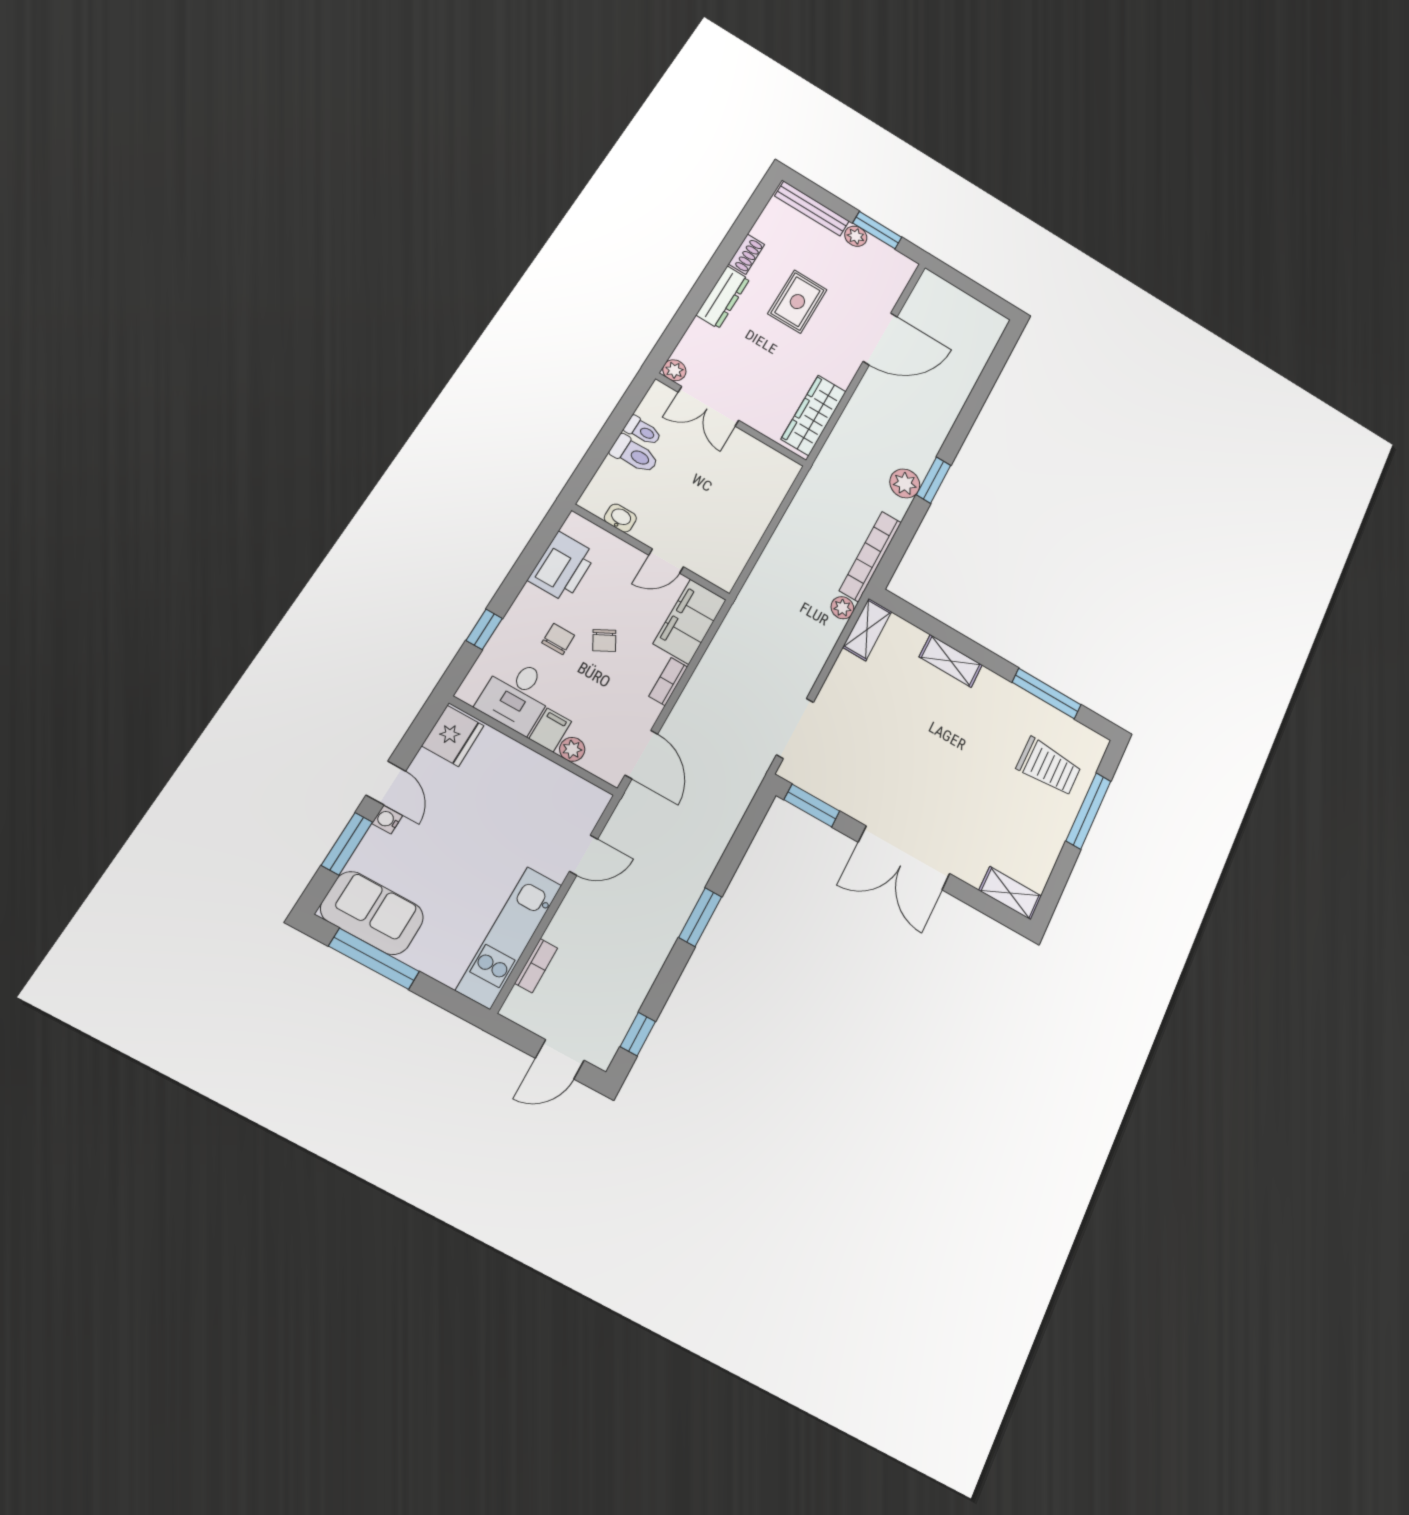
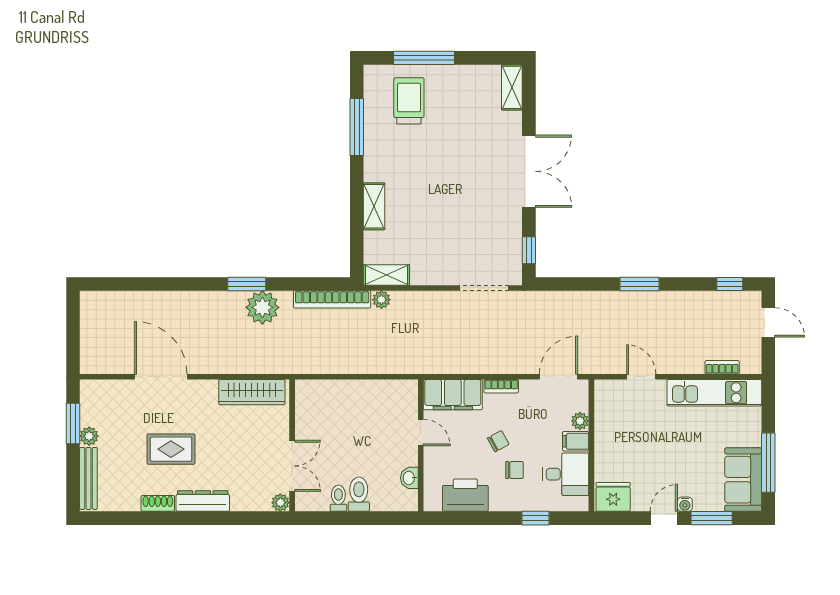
plant: (905, 483) -> (262, 307), width x1.36, depth x1.36
chair: (558, 639) -> (514, 470), turned 180
window: (812, 805) -> (529, 250), width x0.67

